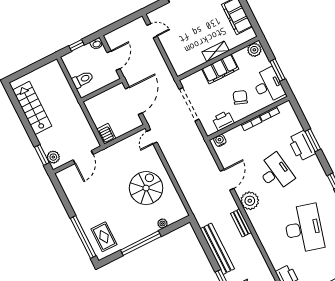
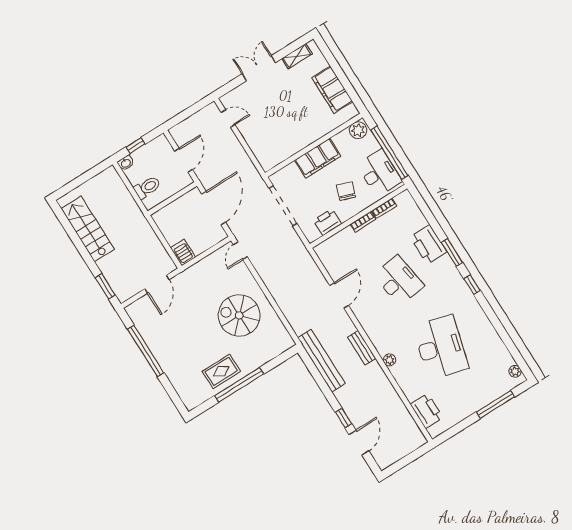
washbasin: (97, 44) -> (126, 163), moved
shelving: (216, 51) -> (310, 137), removed
window: (278, 70) -> (389, 153), width x2.11
water cooler: (220, 140) -> (326, 247), removed
window: (313, 140) -> (452, 252), moved
plant: (53, 157) -> (120, 288), removed
spiral stairs: (146, 188) -> (239, 315), turned -90
plant: (250, 201) -> (389, 360), moved, width x0.53, depth x0.53
plant: (162, 224) -> (264, 358), removed
window: (83, 237) -> (146, 351), moved
rug: (104, 237) -> (221, 371), moved, turned 90
bench: (217, 249) -> (321, 361), moved

